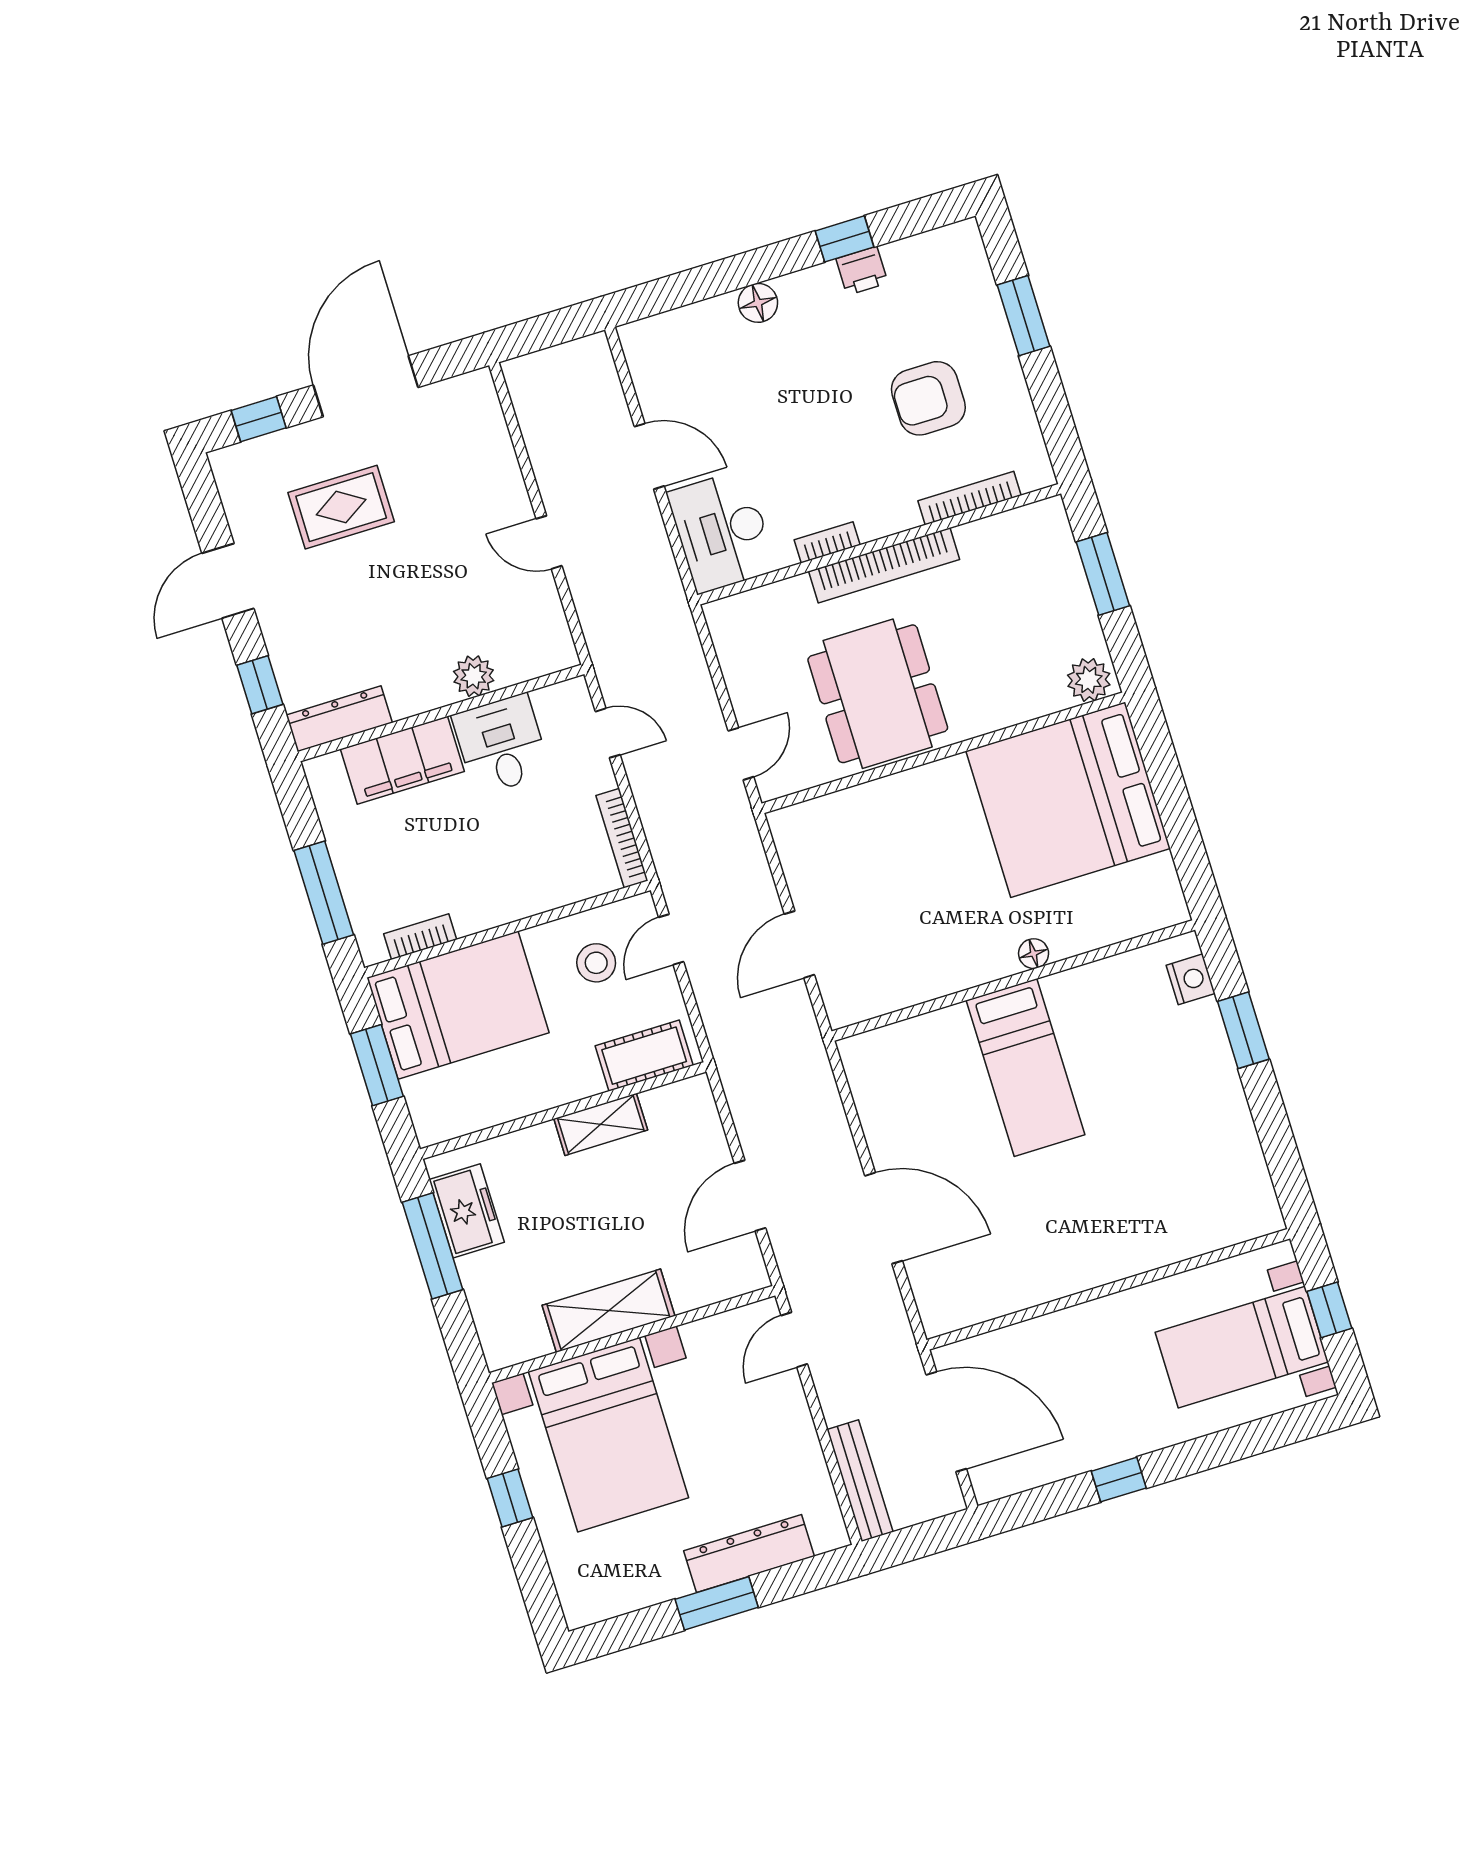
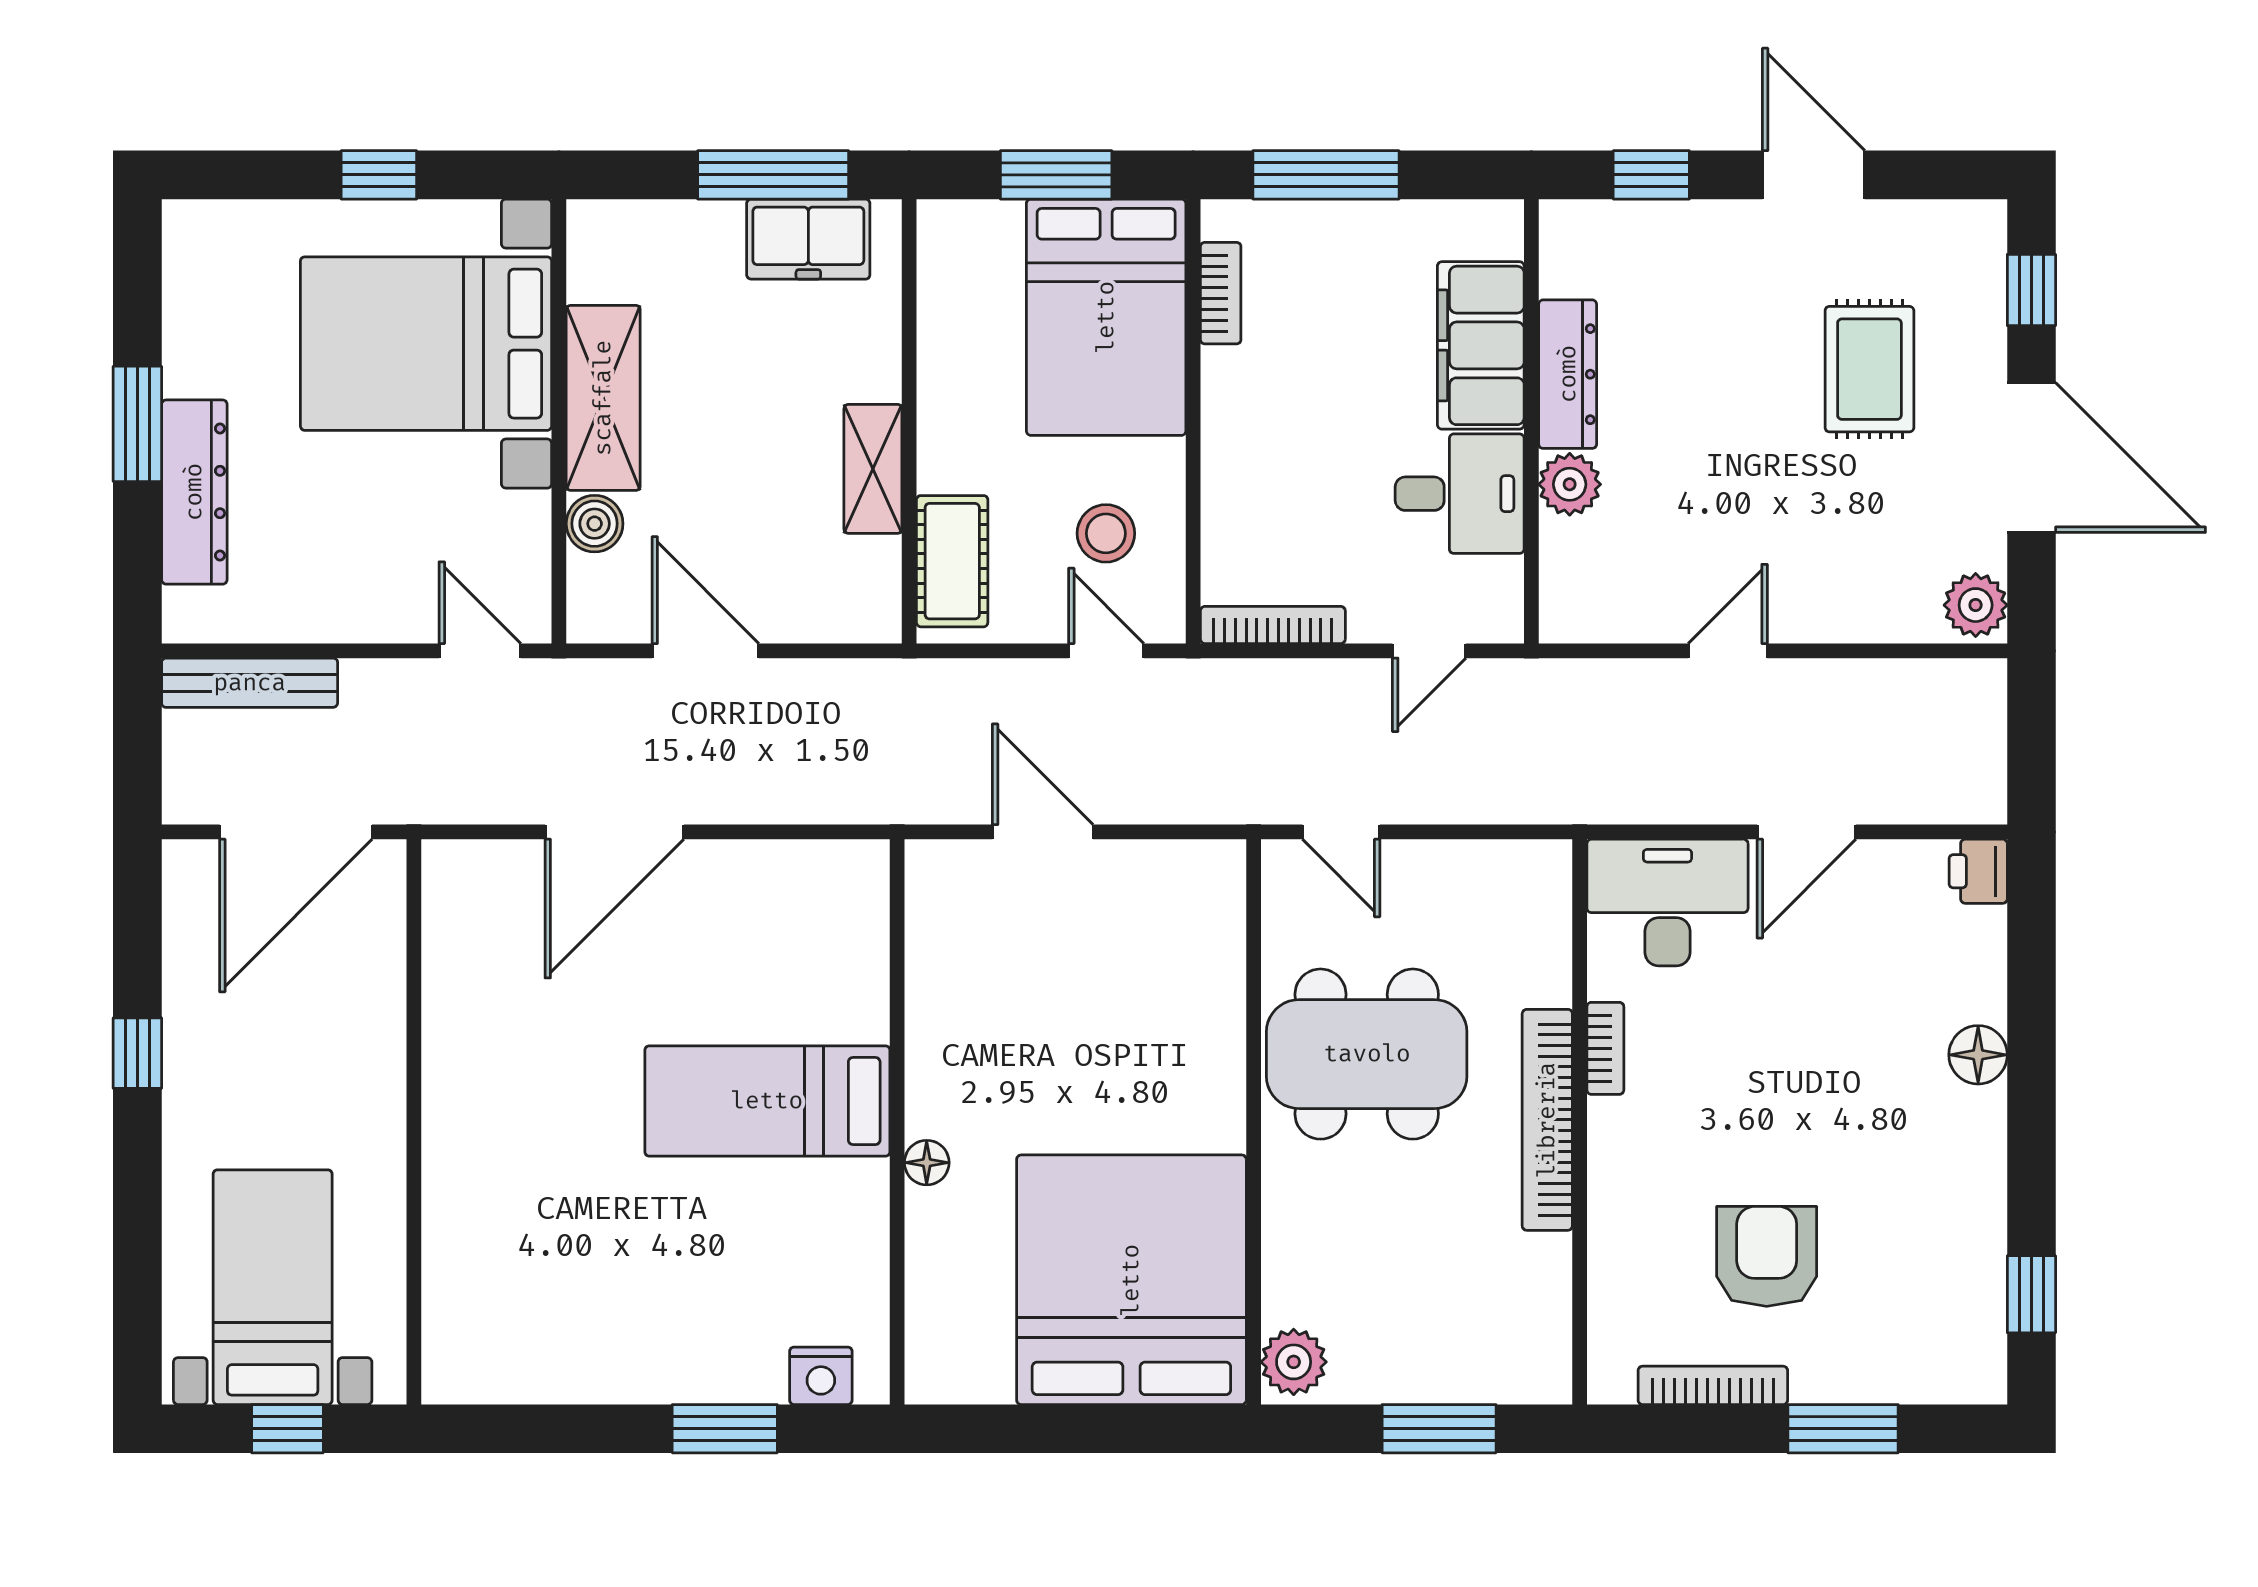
window: (844, 239) -> (2031, 1294), moved
printer: (862, 271) -> (1978, 871), moved
plant: (471, 393) -> (1976, 605), added
bookcase: (969, 498) -> (1713, 1385), moved, turned -90
dresser: (339, 719) -> (1568, 374), moved
boiler: (690, 1292) -> (595, 524), added

